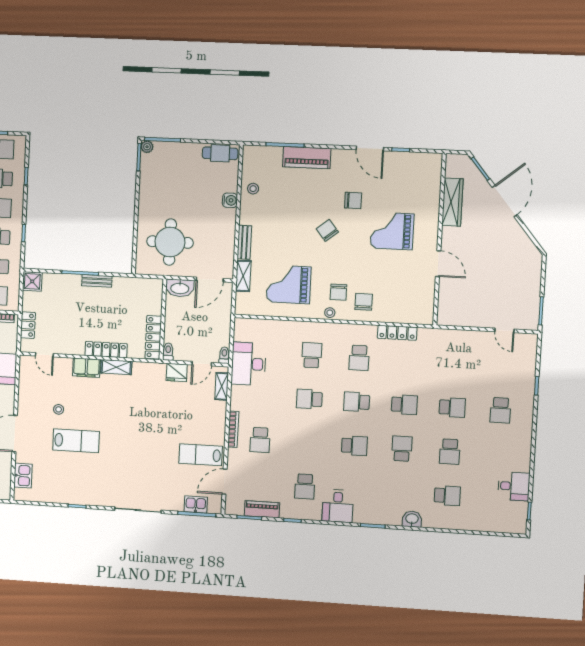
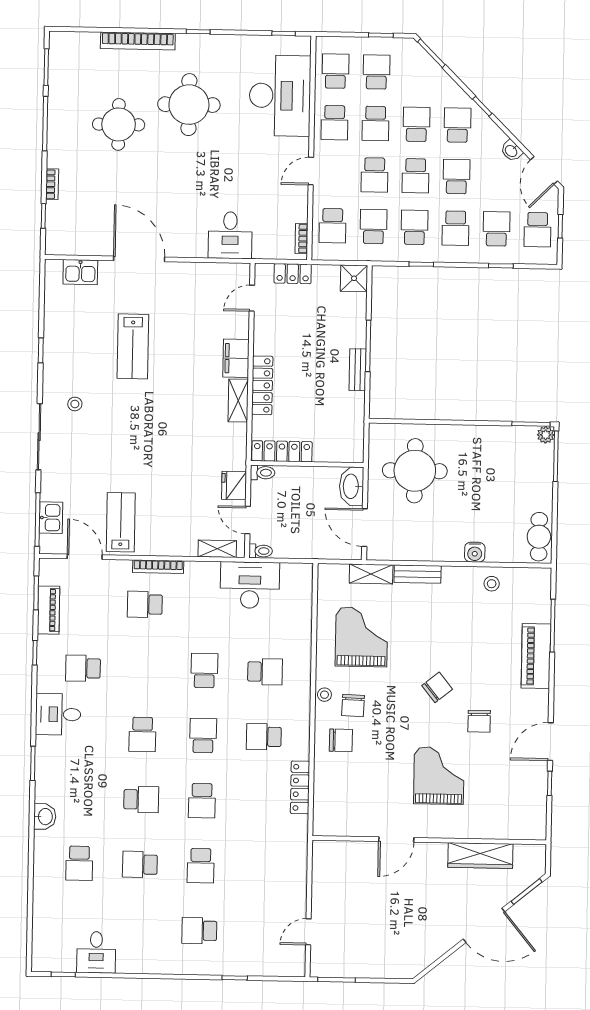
chair: (338, 292) -> (353, 705), turned -88
stool: (59, 409) -> (75, 404), moved

